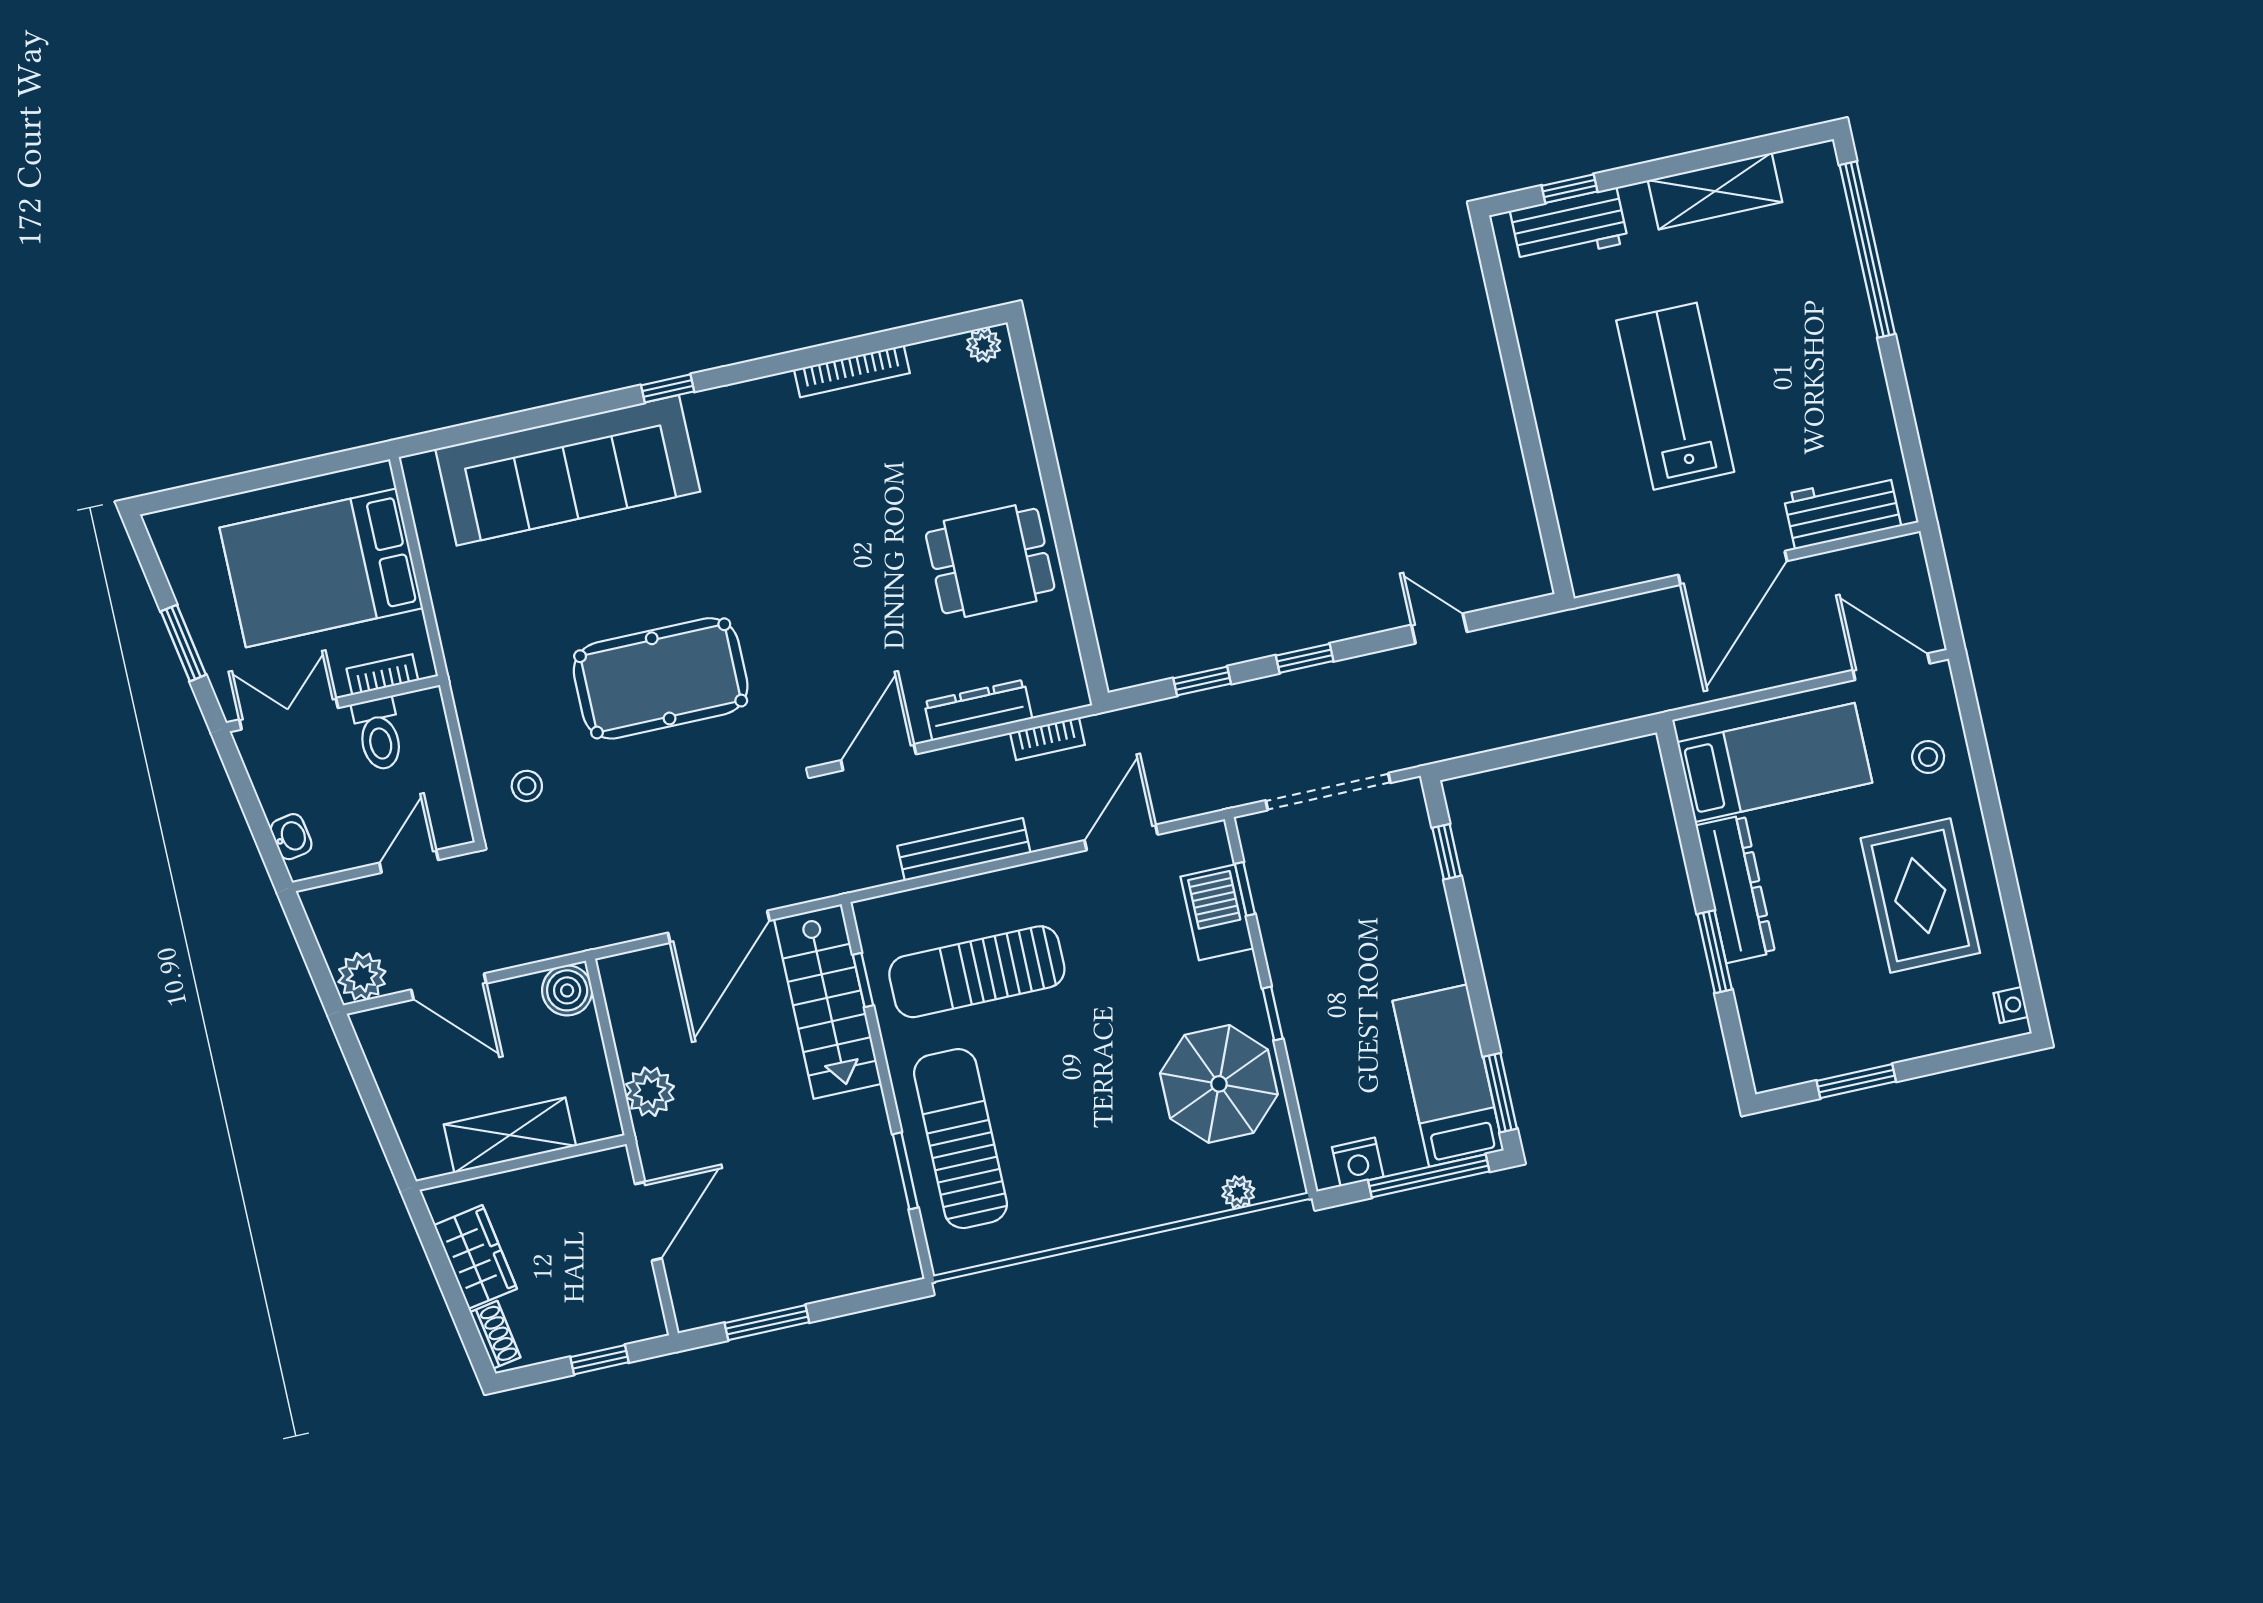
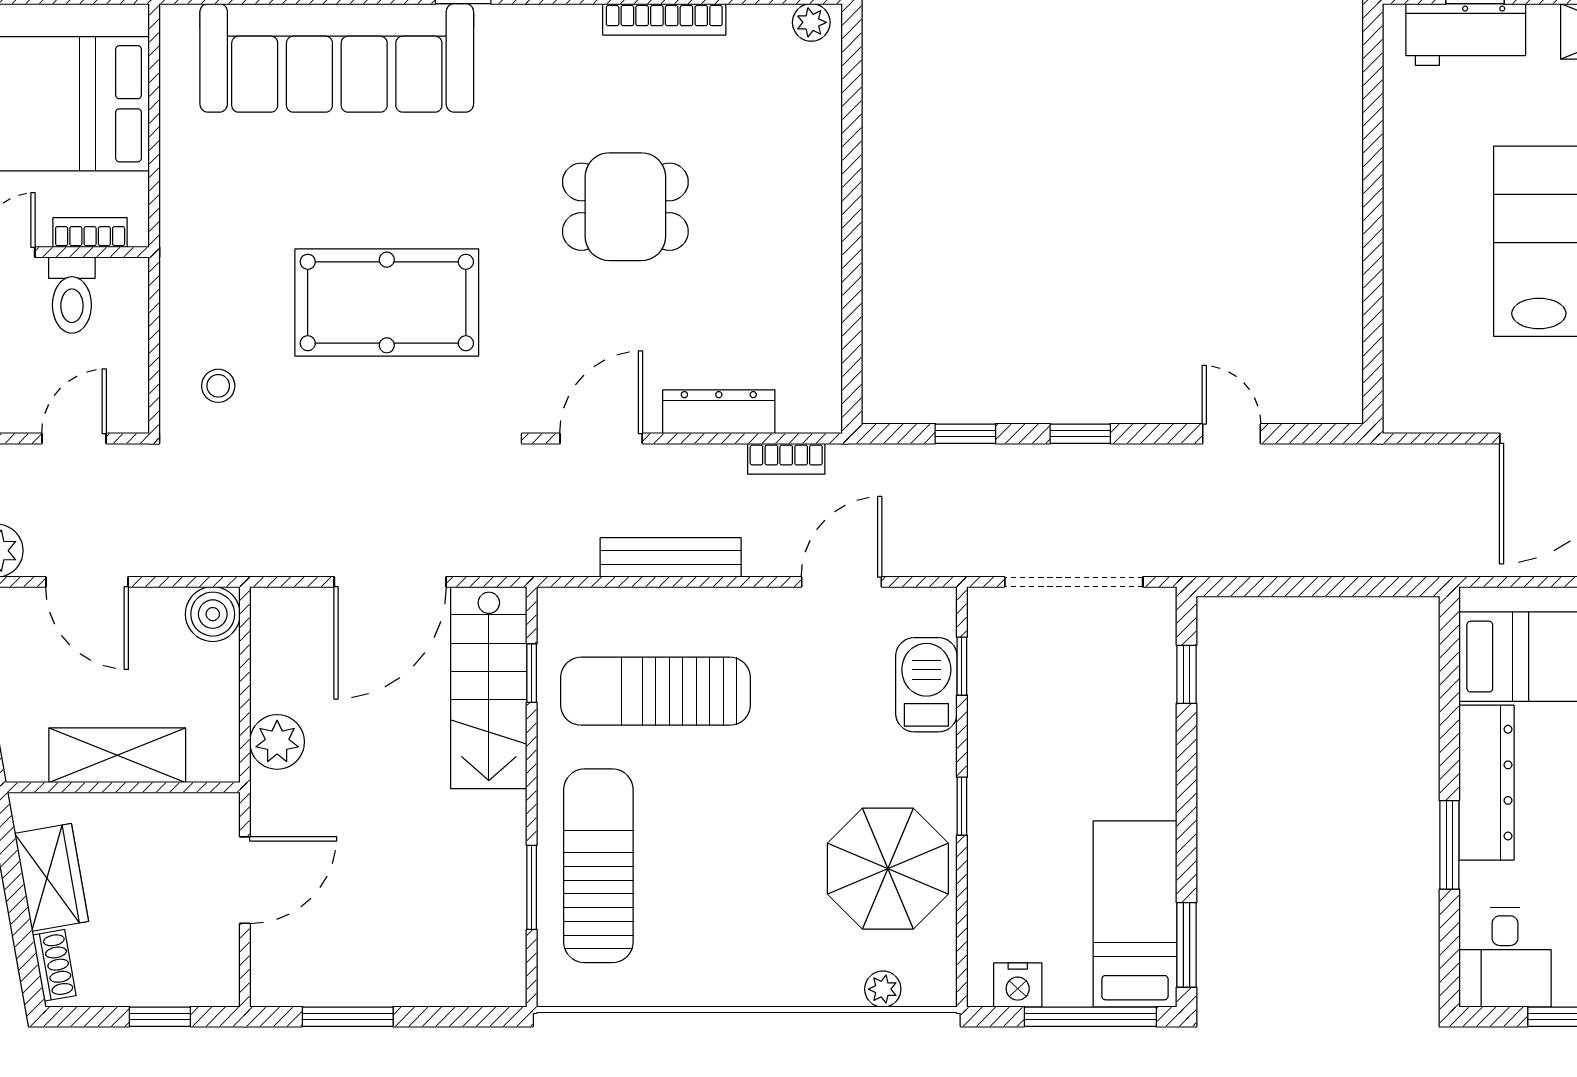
dining table: (990, 561) -> (625, 207), moved
desk: (1786, 1041) -> (1505, 958), added

